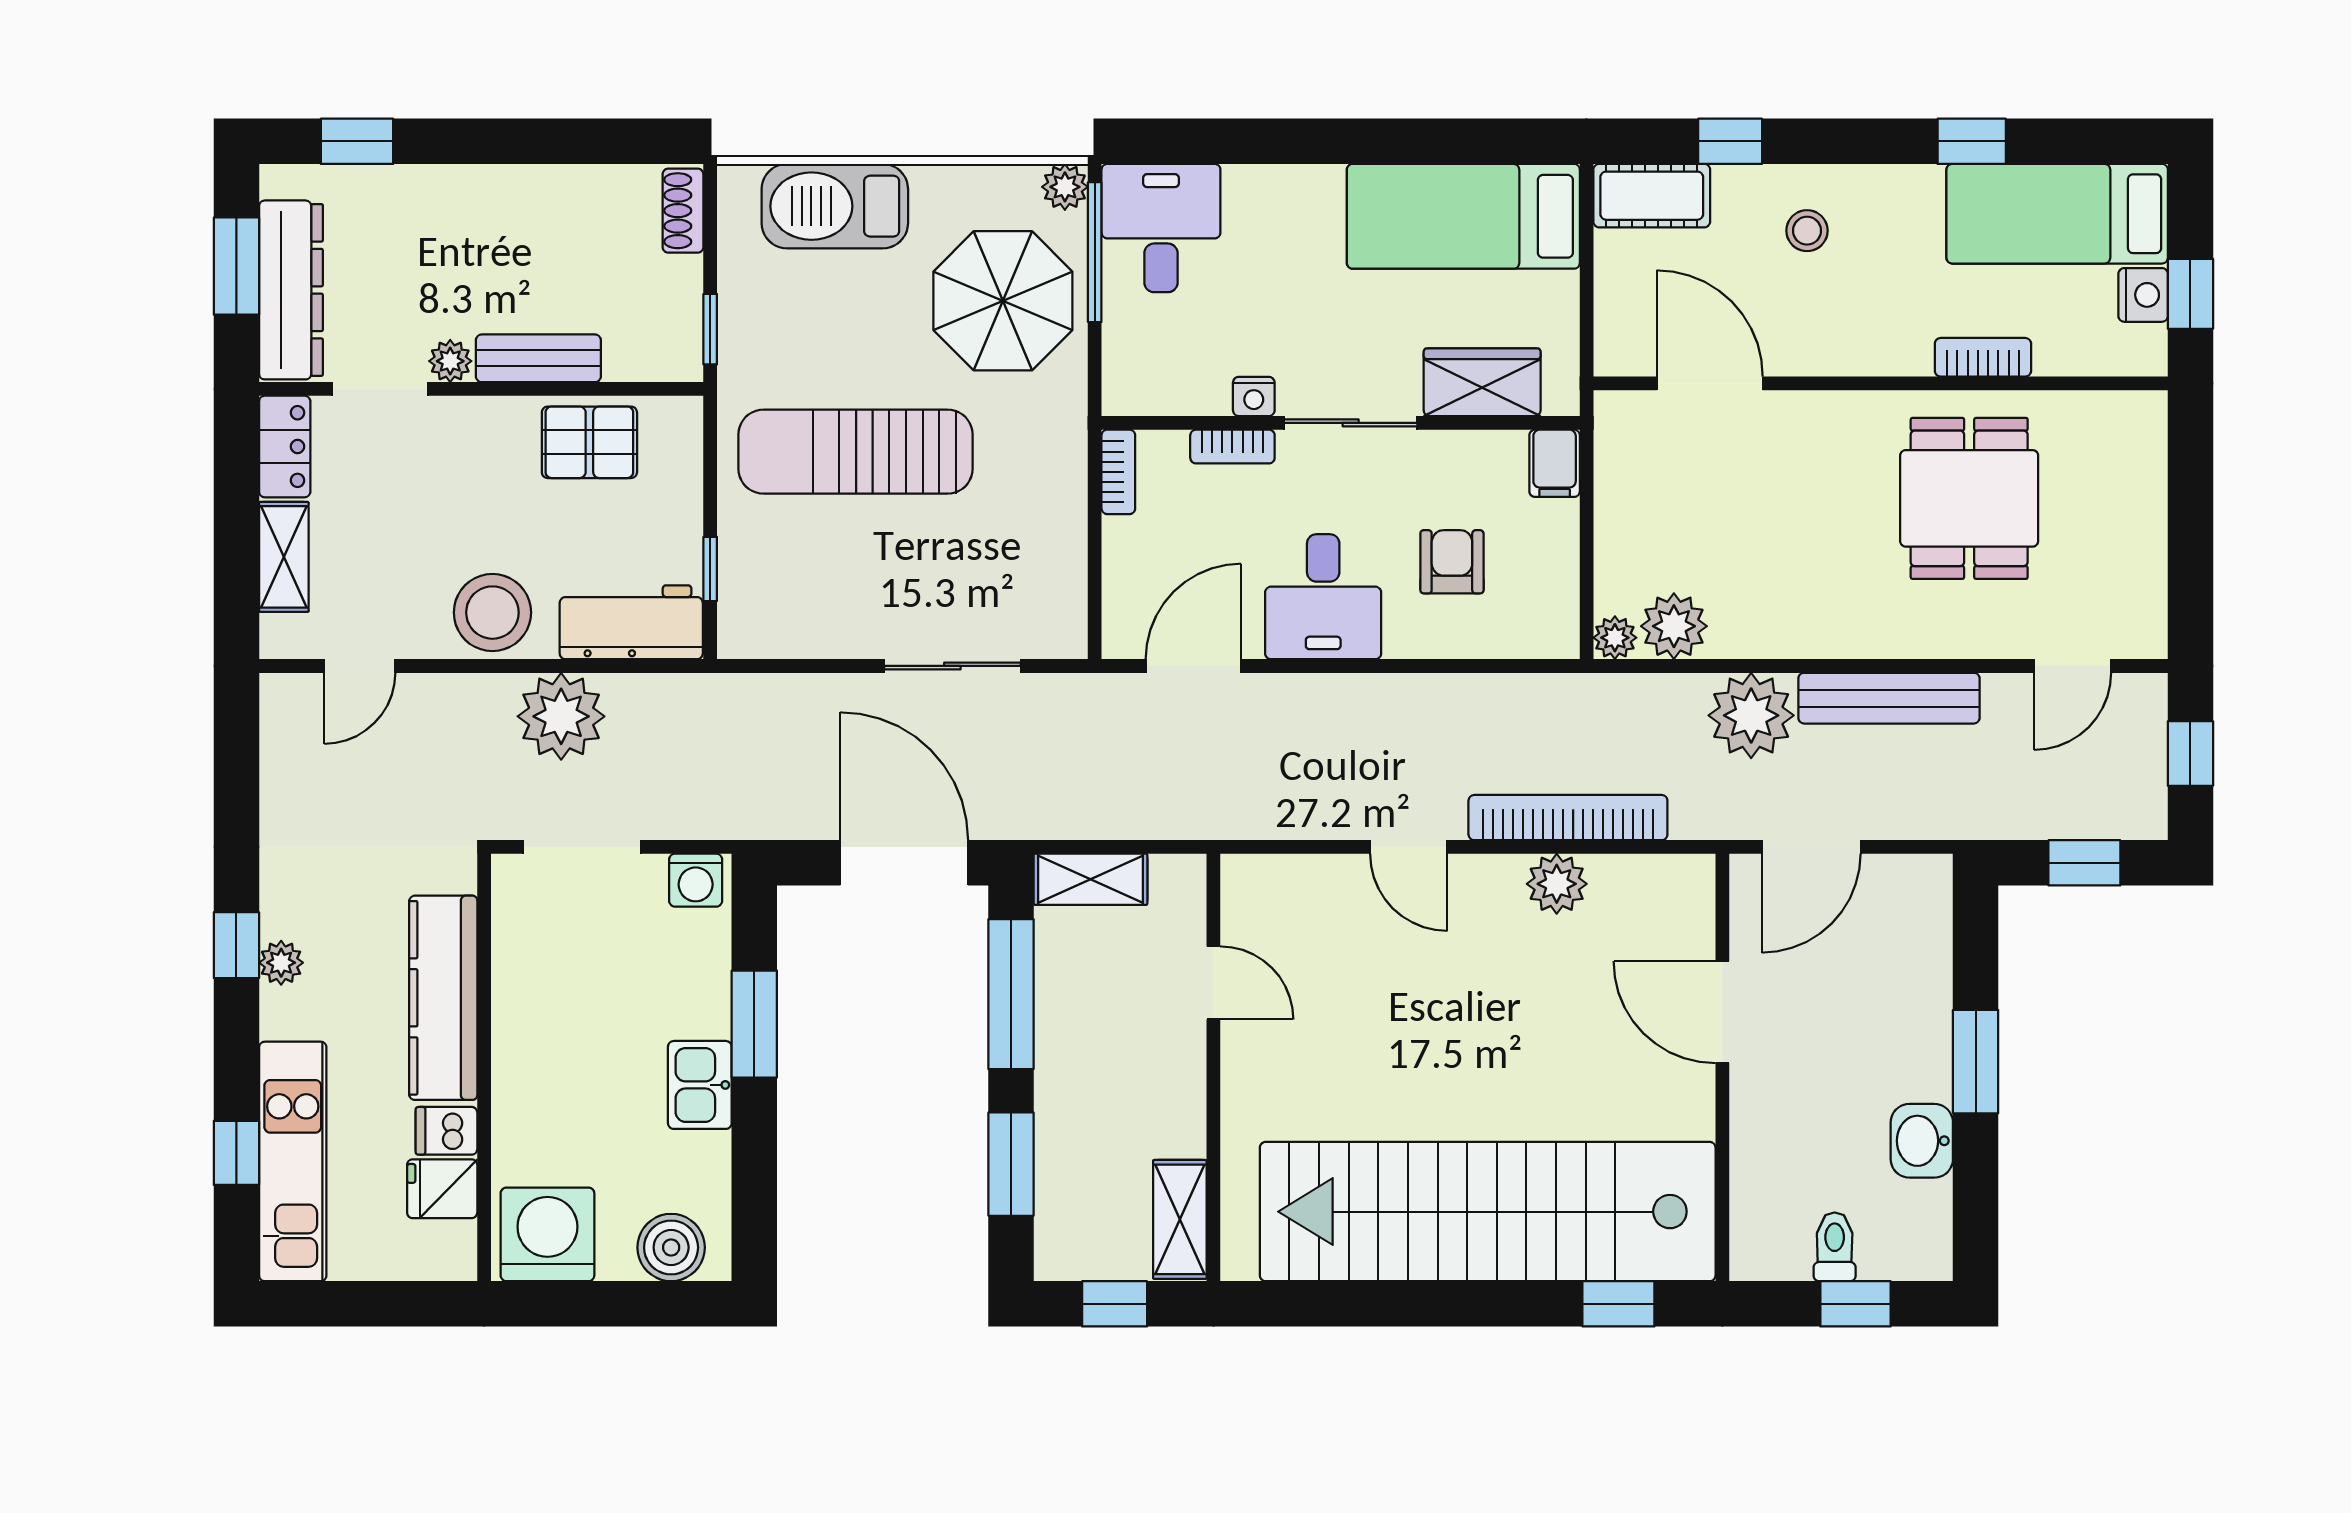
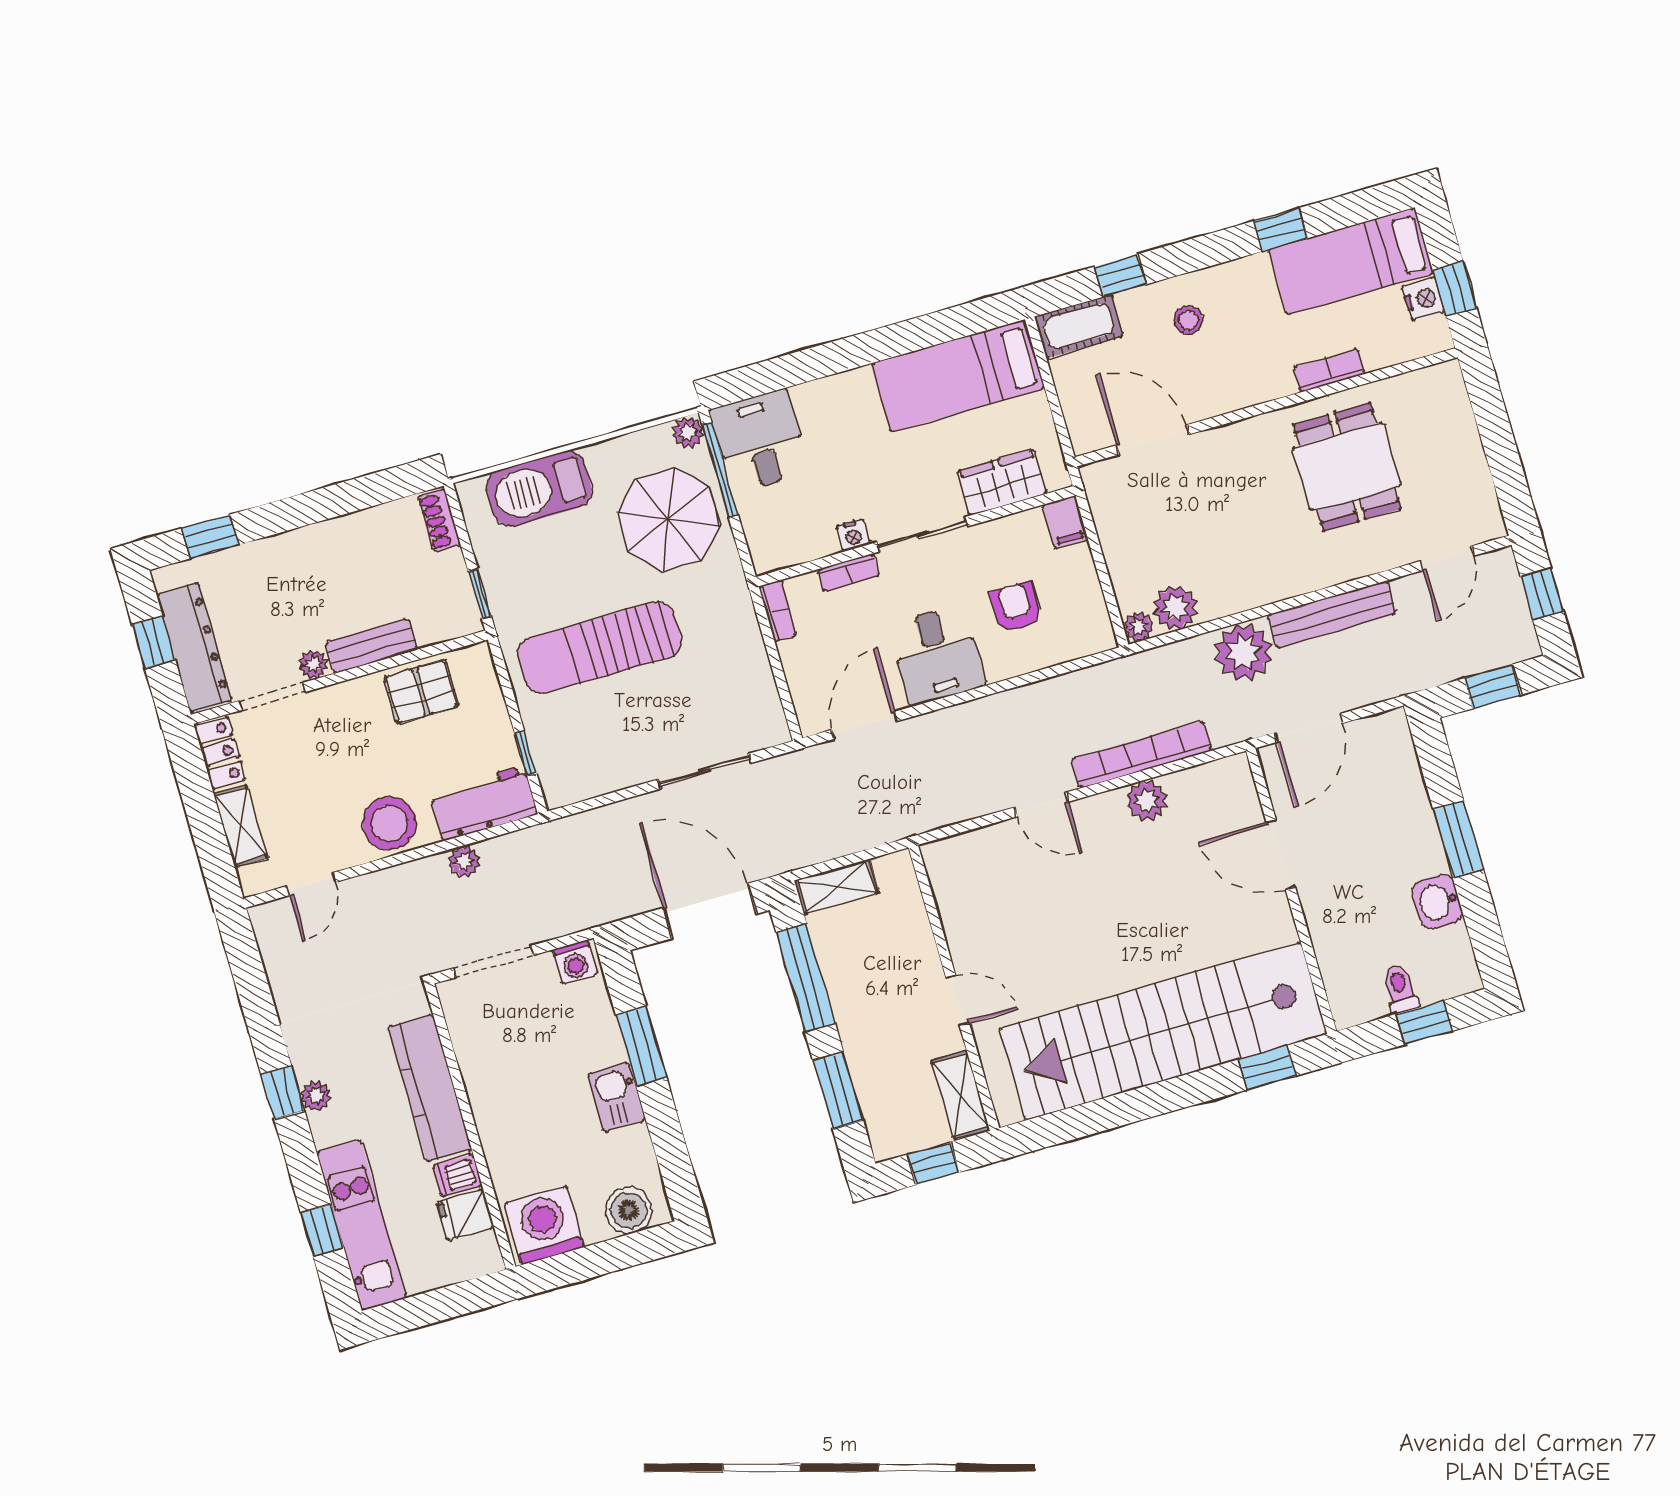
window: (236, 266) -> (154, 642), width x0.67
plant: (561, 716) -> (464, 862), width x0.53, depth x0.53
door: (1213, 983) -> (957, 1000), moved

